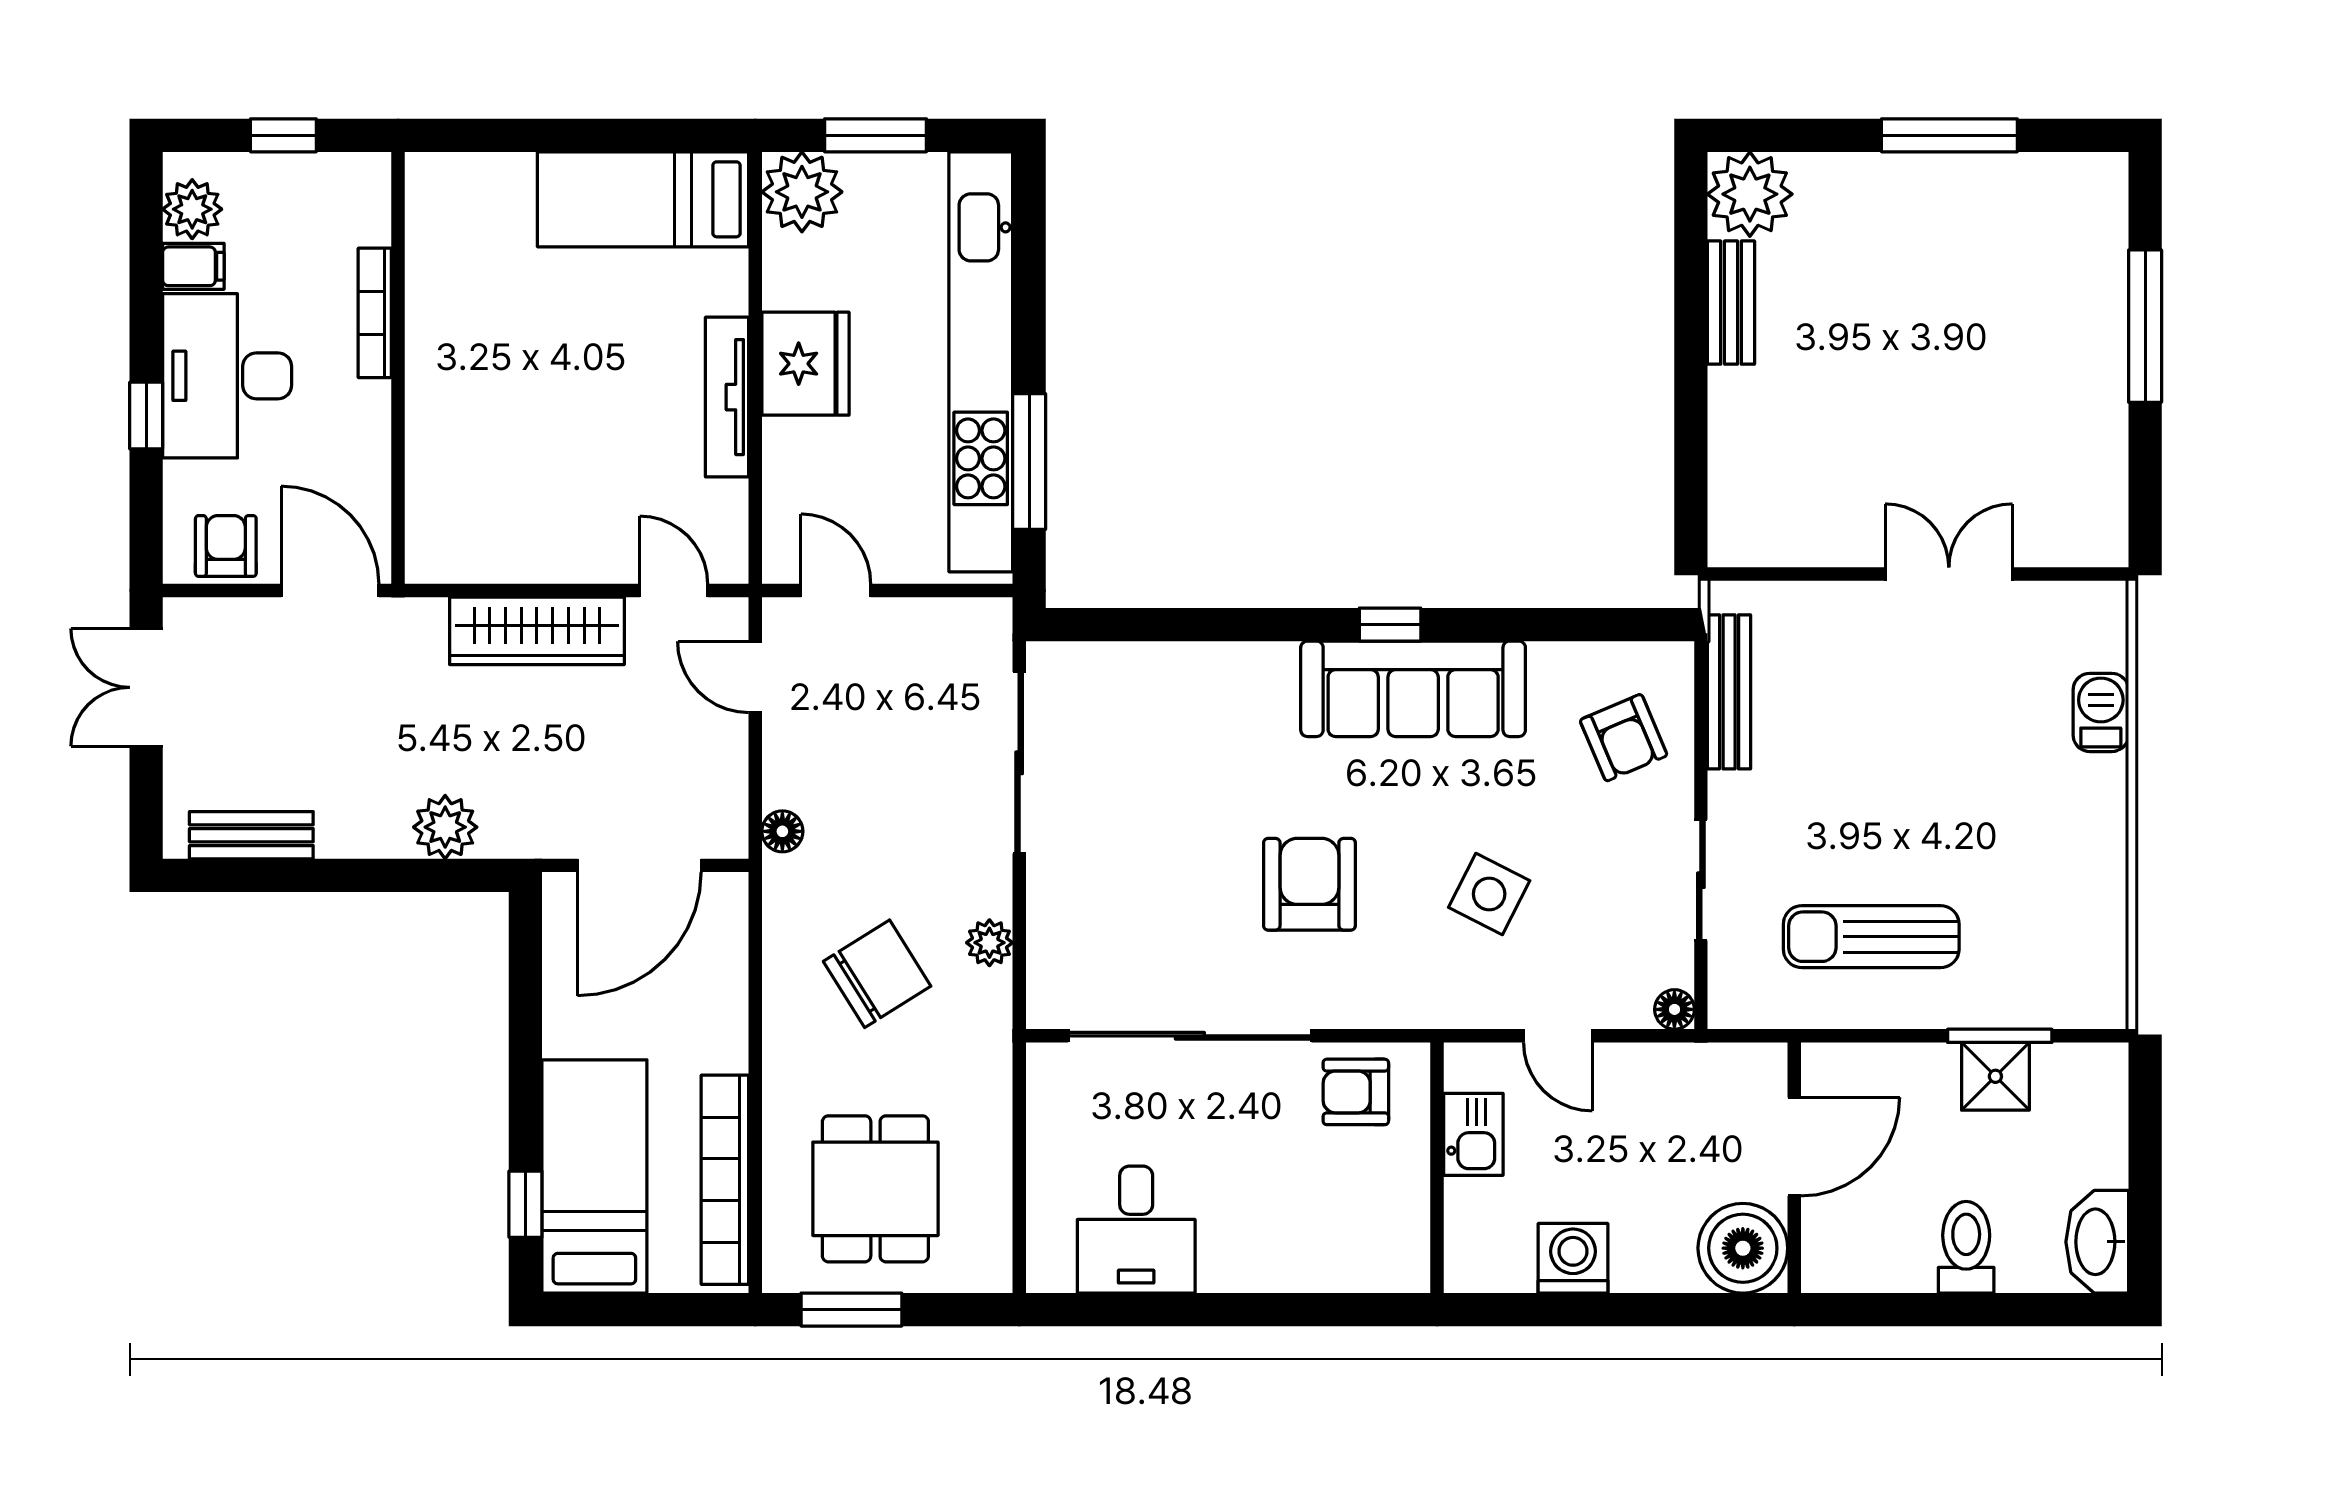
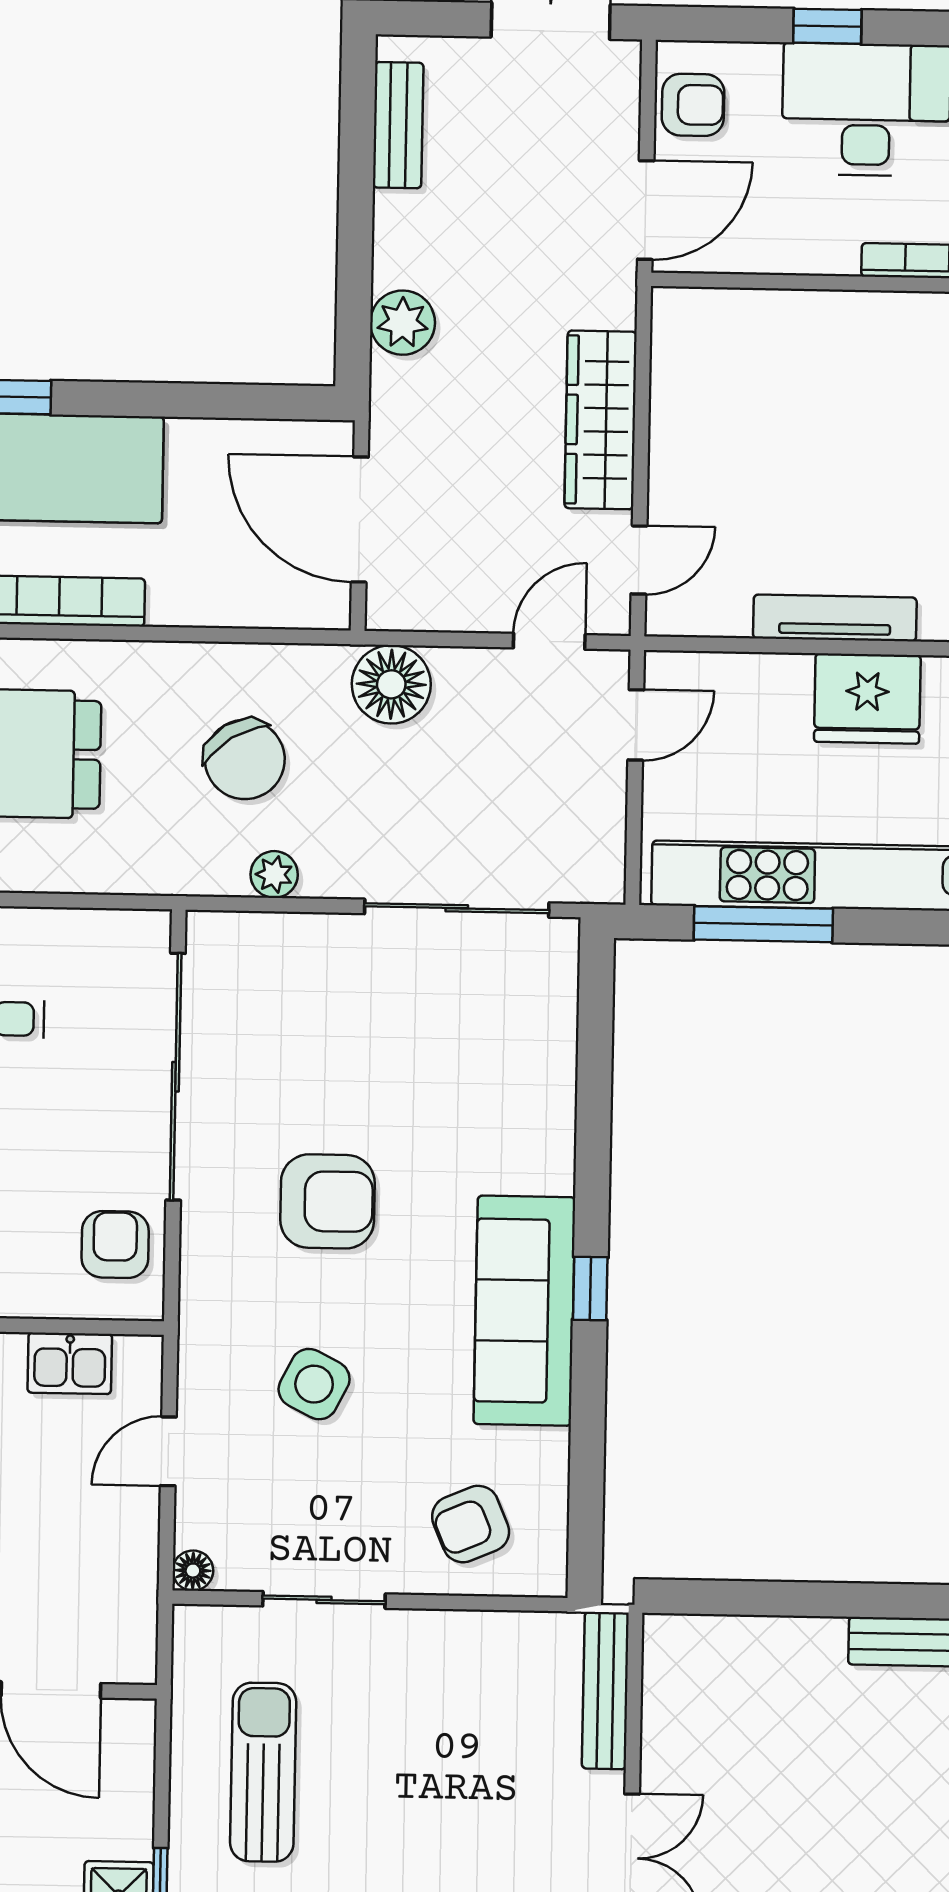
bench: (1729, 692) -> (605, 1691), moved, turned 90
floor lamp: (782, 831) -> (391, 684), width x1.89, depth x1.89

